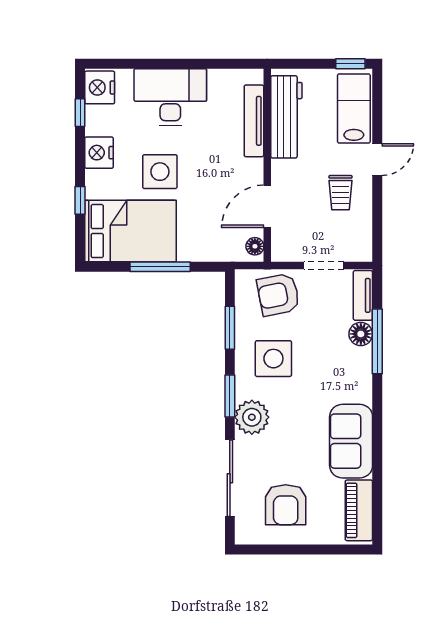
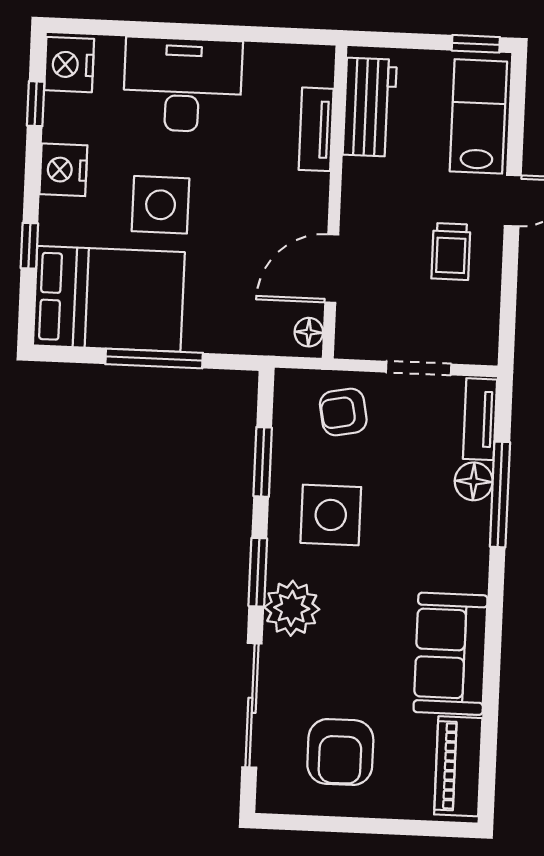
workbench: (286, 117) -> (370, 107), width x0.73
tv unit: (254, 121) -> (316, 129), width x0.71
armchair: (278, 295) -> (343, 412), width x0.72, depth x0.72

